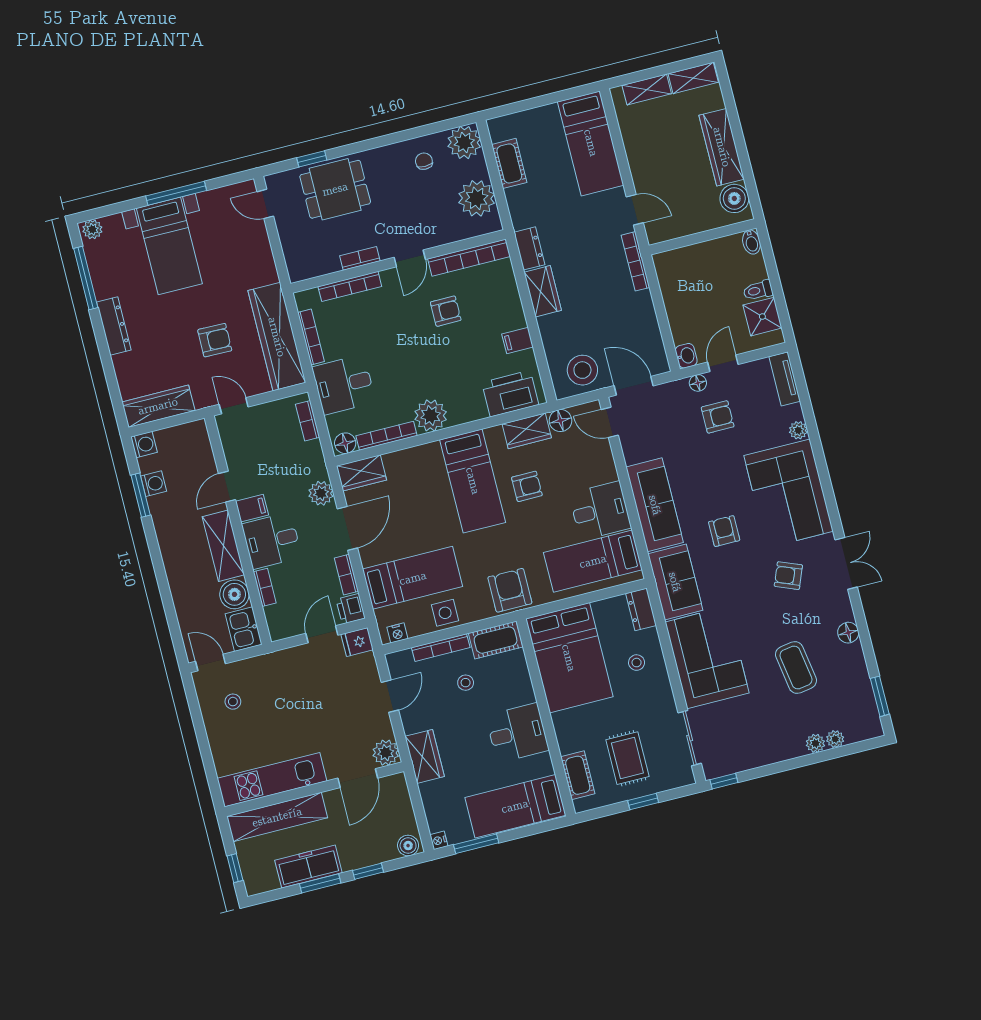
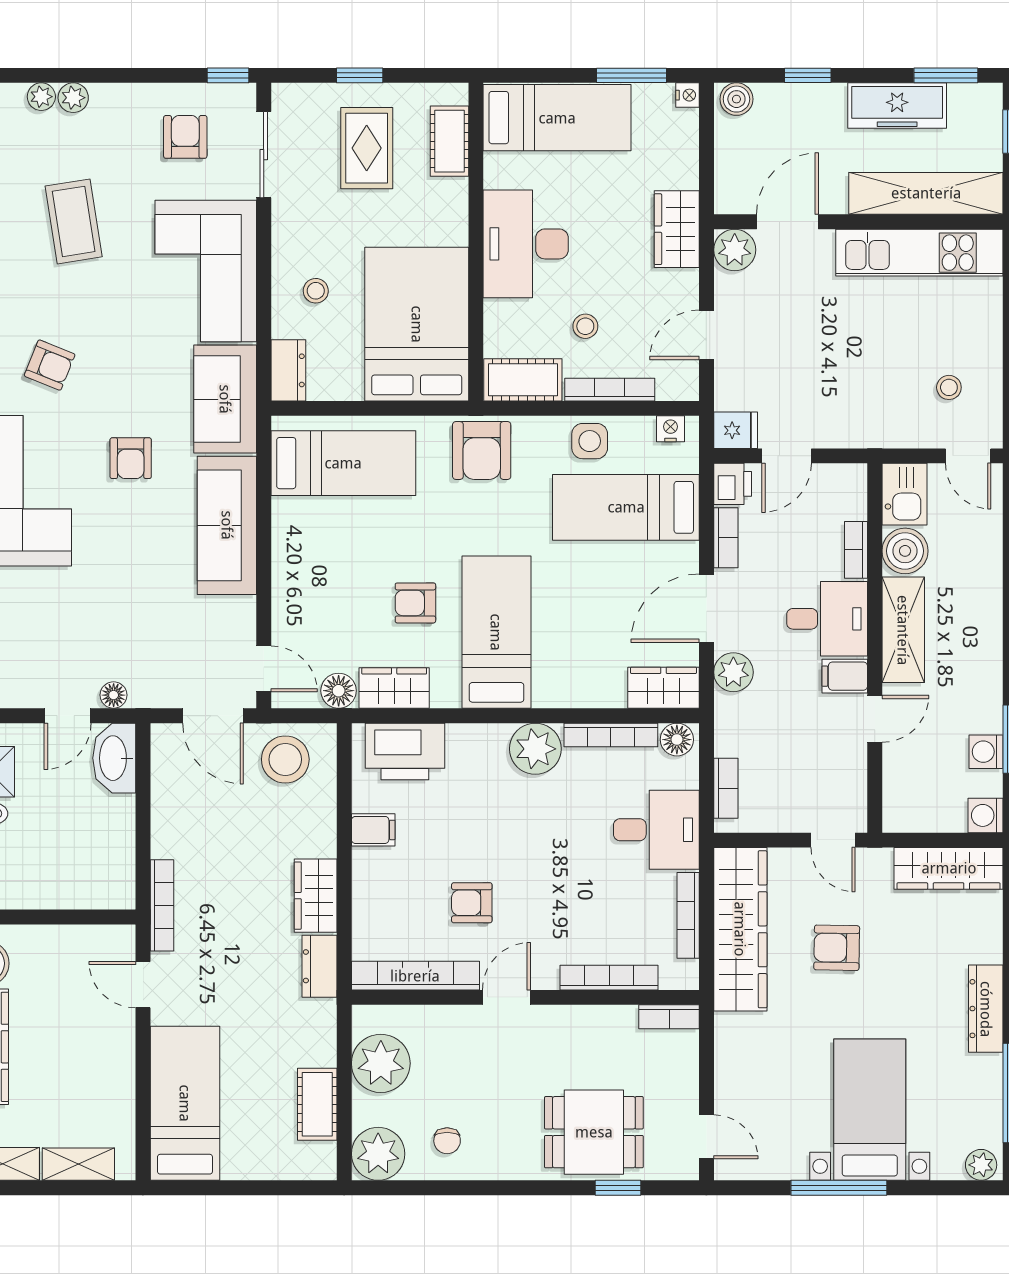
bookcase: (360, 258) -> (669, 1017), moved
washbasin: (686, 356) -> (114, 758), width x1.91, depth x1.45
armchair: (718, 417) -> (185, 137), moved, turned 90
desk: (600, 511) -> (313, 537), removed
desk: (517, 733) -> (526, 244), width x1.37
window: (320, 883) -> (946, 75), moved

